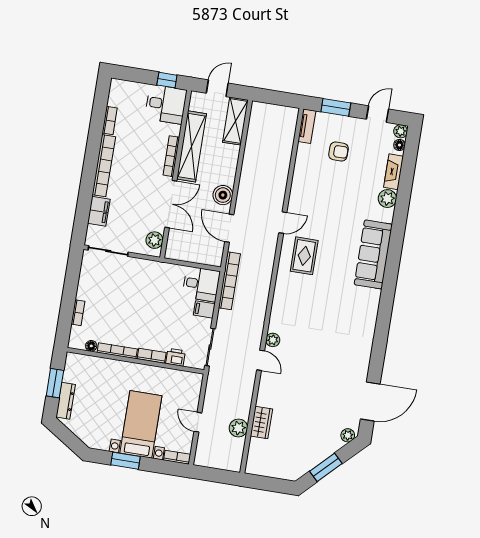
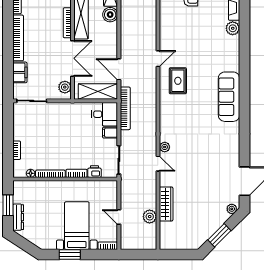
boiler: (223, 195) -> (110, 15), moved
shelving: (197, 253) -> (98, 92), added
sofa: (373, 254) -> (229, 97), moved
wardrobe: (261, 422) -> (166, 204), width x1.50

